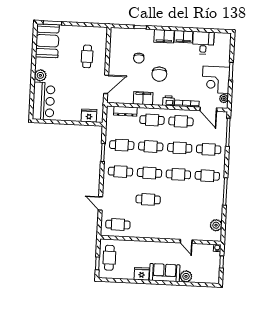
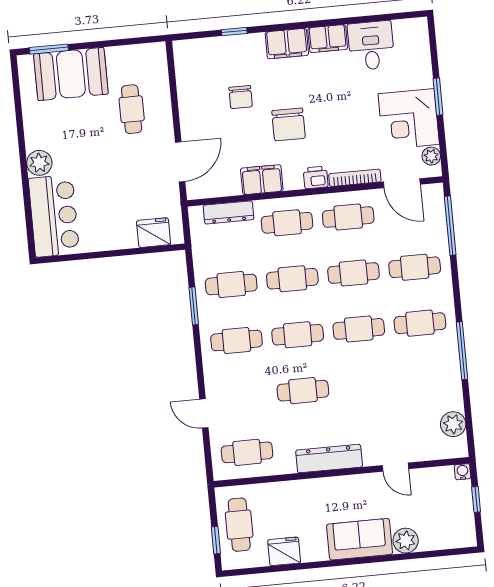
booth: (47, 41) -> (71, 74), moved, turned 90
dresser: (156, 233) -> (329, 459), added
fridge: (142, 274) -> (284, 551), moved

